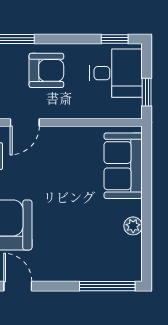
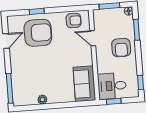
desk: (116, 73) -> (112, 86), moved, turned 90
sofa: (123, 166) -> (84, 84), moved, turned -90

